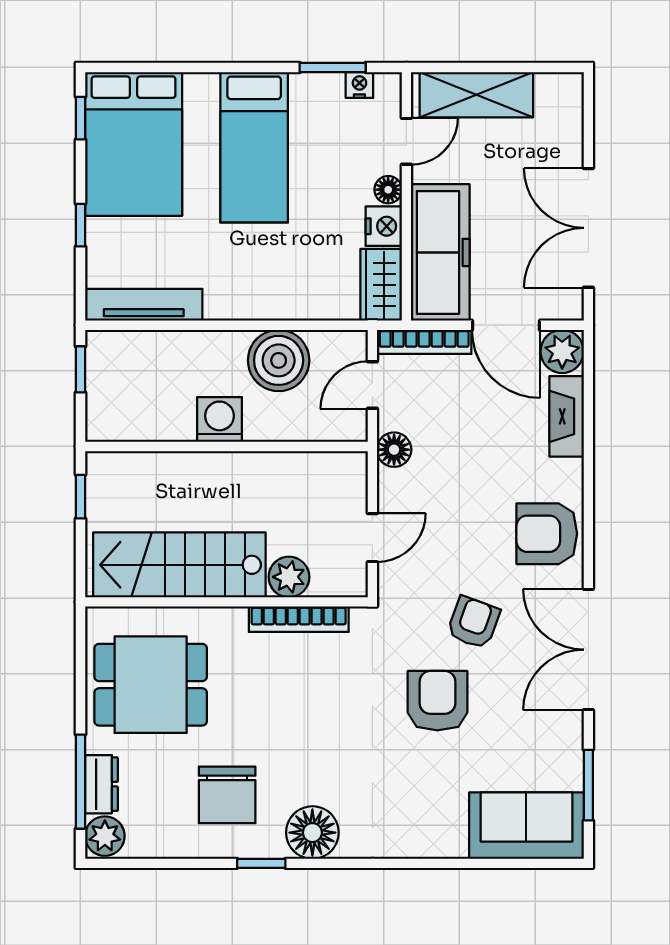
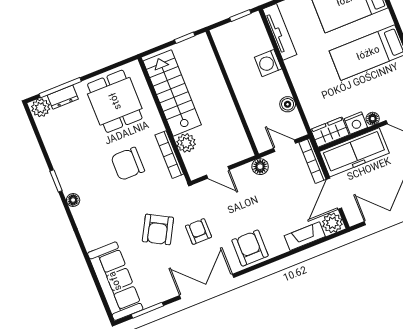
boiler: (279, 360) -> (288, 104), width x0.54, depth x0.54
washing machine: (219, 419) -> (268, 63), moved, turned 180
armchair: (473, 622) -> (198, 232), turned -110
armchair: (437, 701) -> (158, 229), turned 119
chair: (227, 795) -> (128, 164), moved
sofa: (526, 826) -> (115, 281), width x1.36
floor lamp: (312, 833) -> (73, 200), width x0.53, depth x0.53

